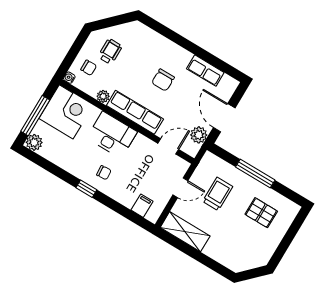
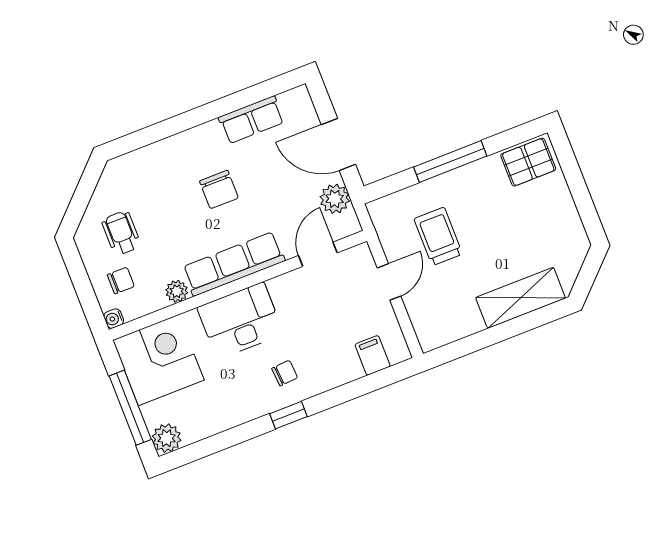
pallet: (261, 213) -> (528, 162), moved
shelving: (185, 232) -> (521, 298), moved

